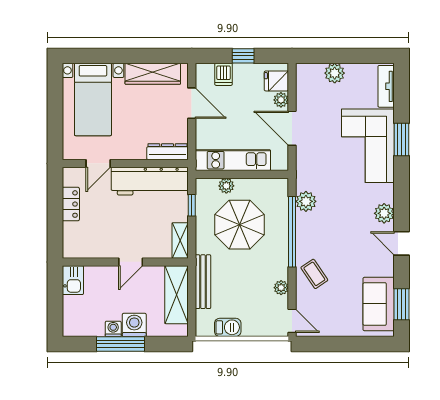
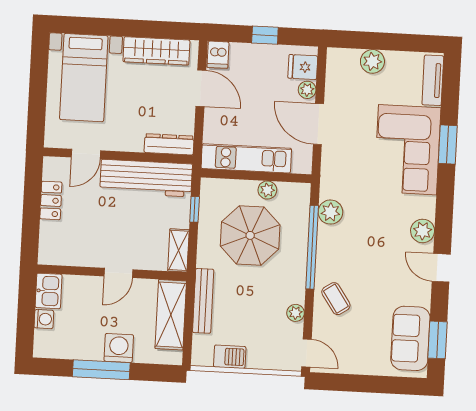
dishwasher: (224, 74) -> (218, 55), moved
plant: (226, 186) -> (267, 190), moved
washing machine: (113, 329) -> (44, 319), moved, turned 90

